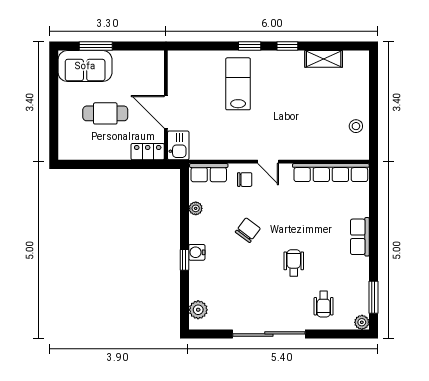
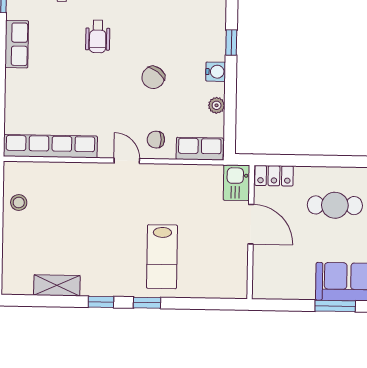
cafe table: (105, 113) -> (335, 205), moved
row of seats: (360, 237) -> (17, 44), moved
water cooler: (197, 252) -> (216, 72), moved

